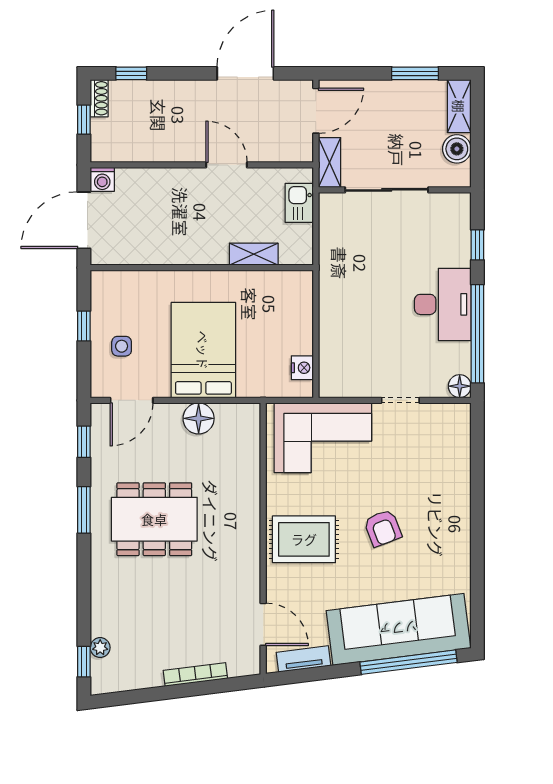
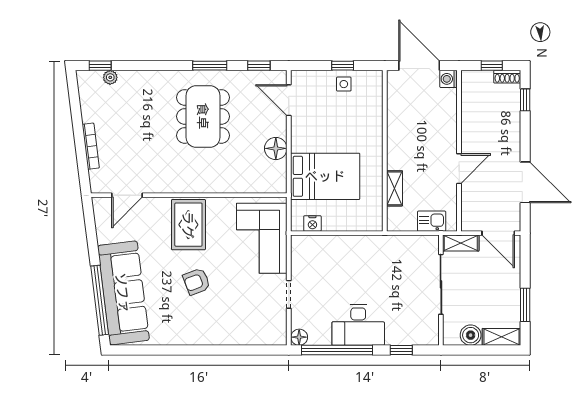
side table: (122, 346) -> (344, 84), moved
bed: (203, 350) -> (325, 176), moved
tv unit: (304, 659) -> (102, 224), removed

